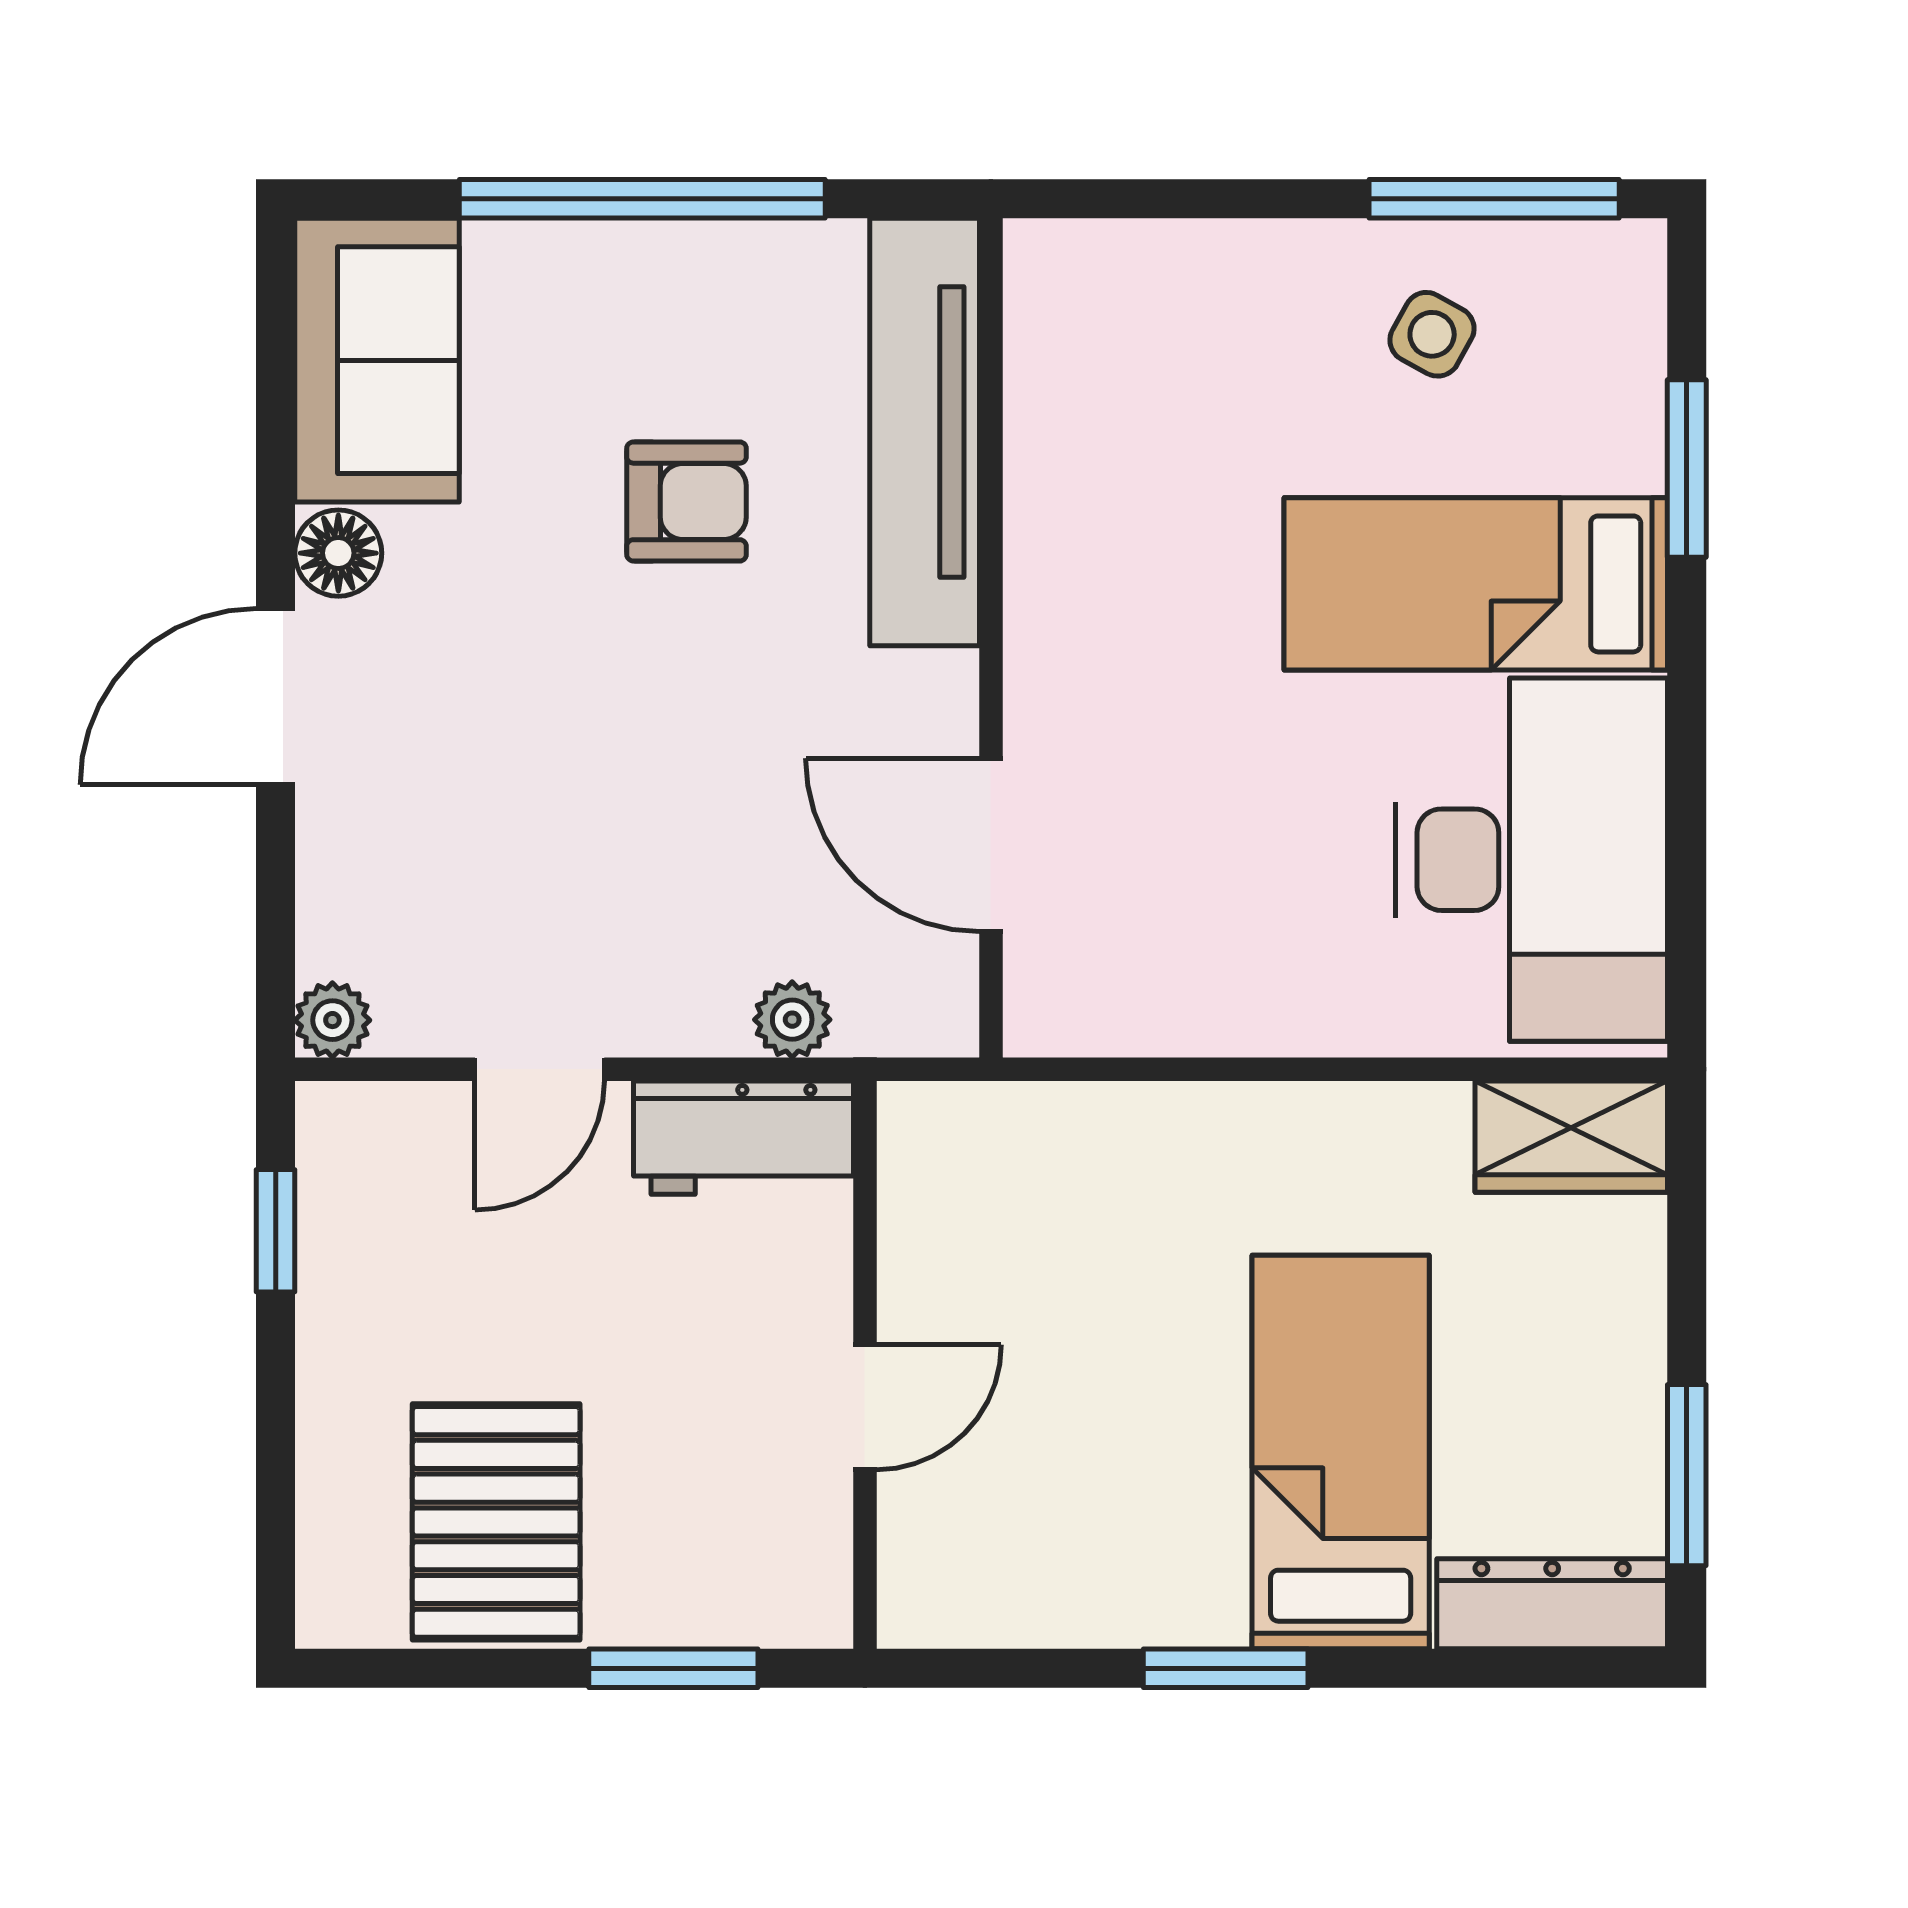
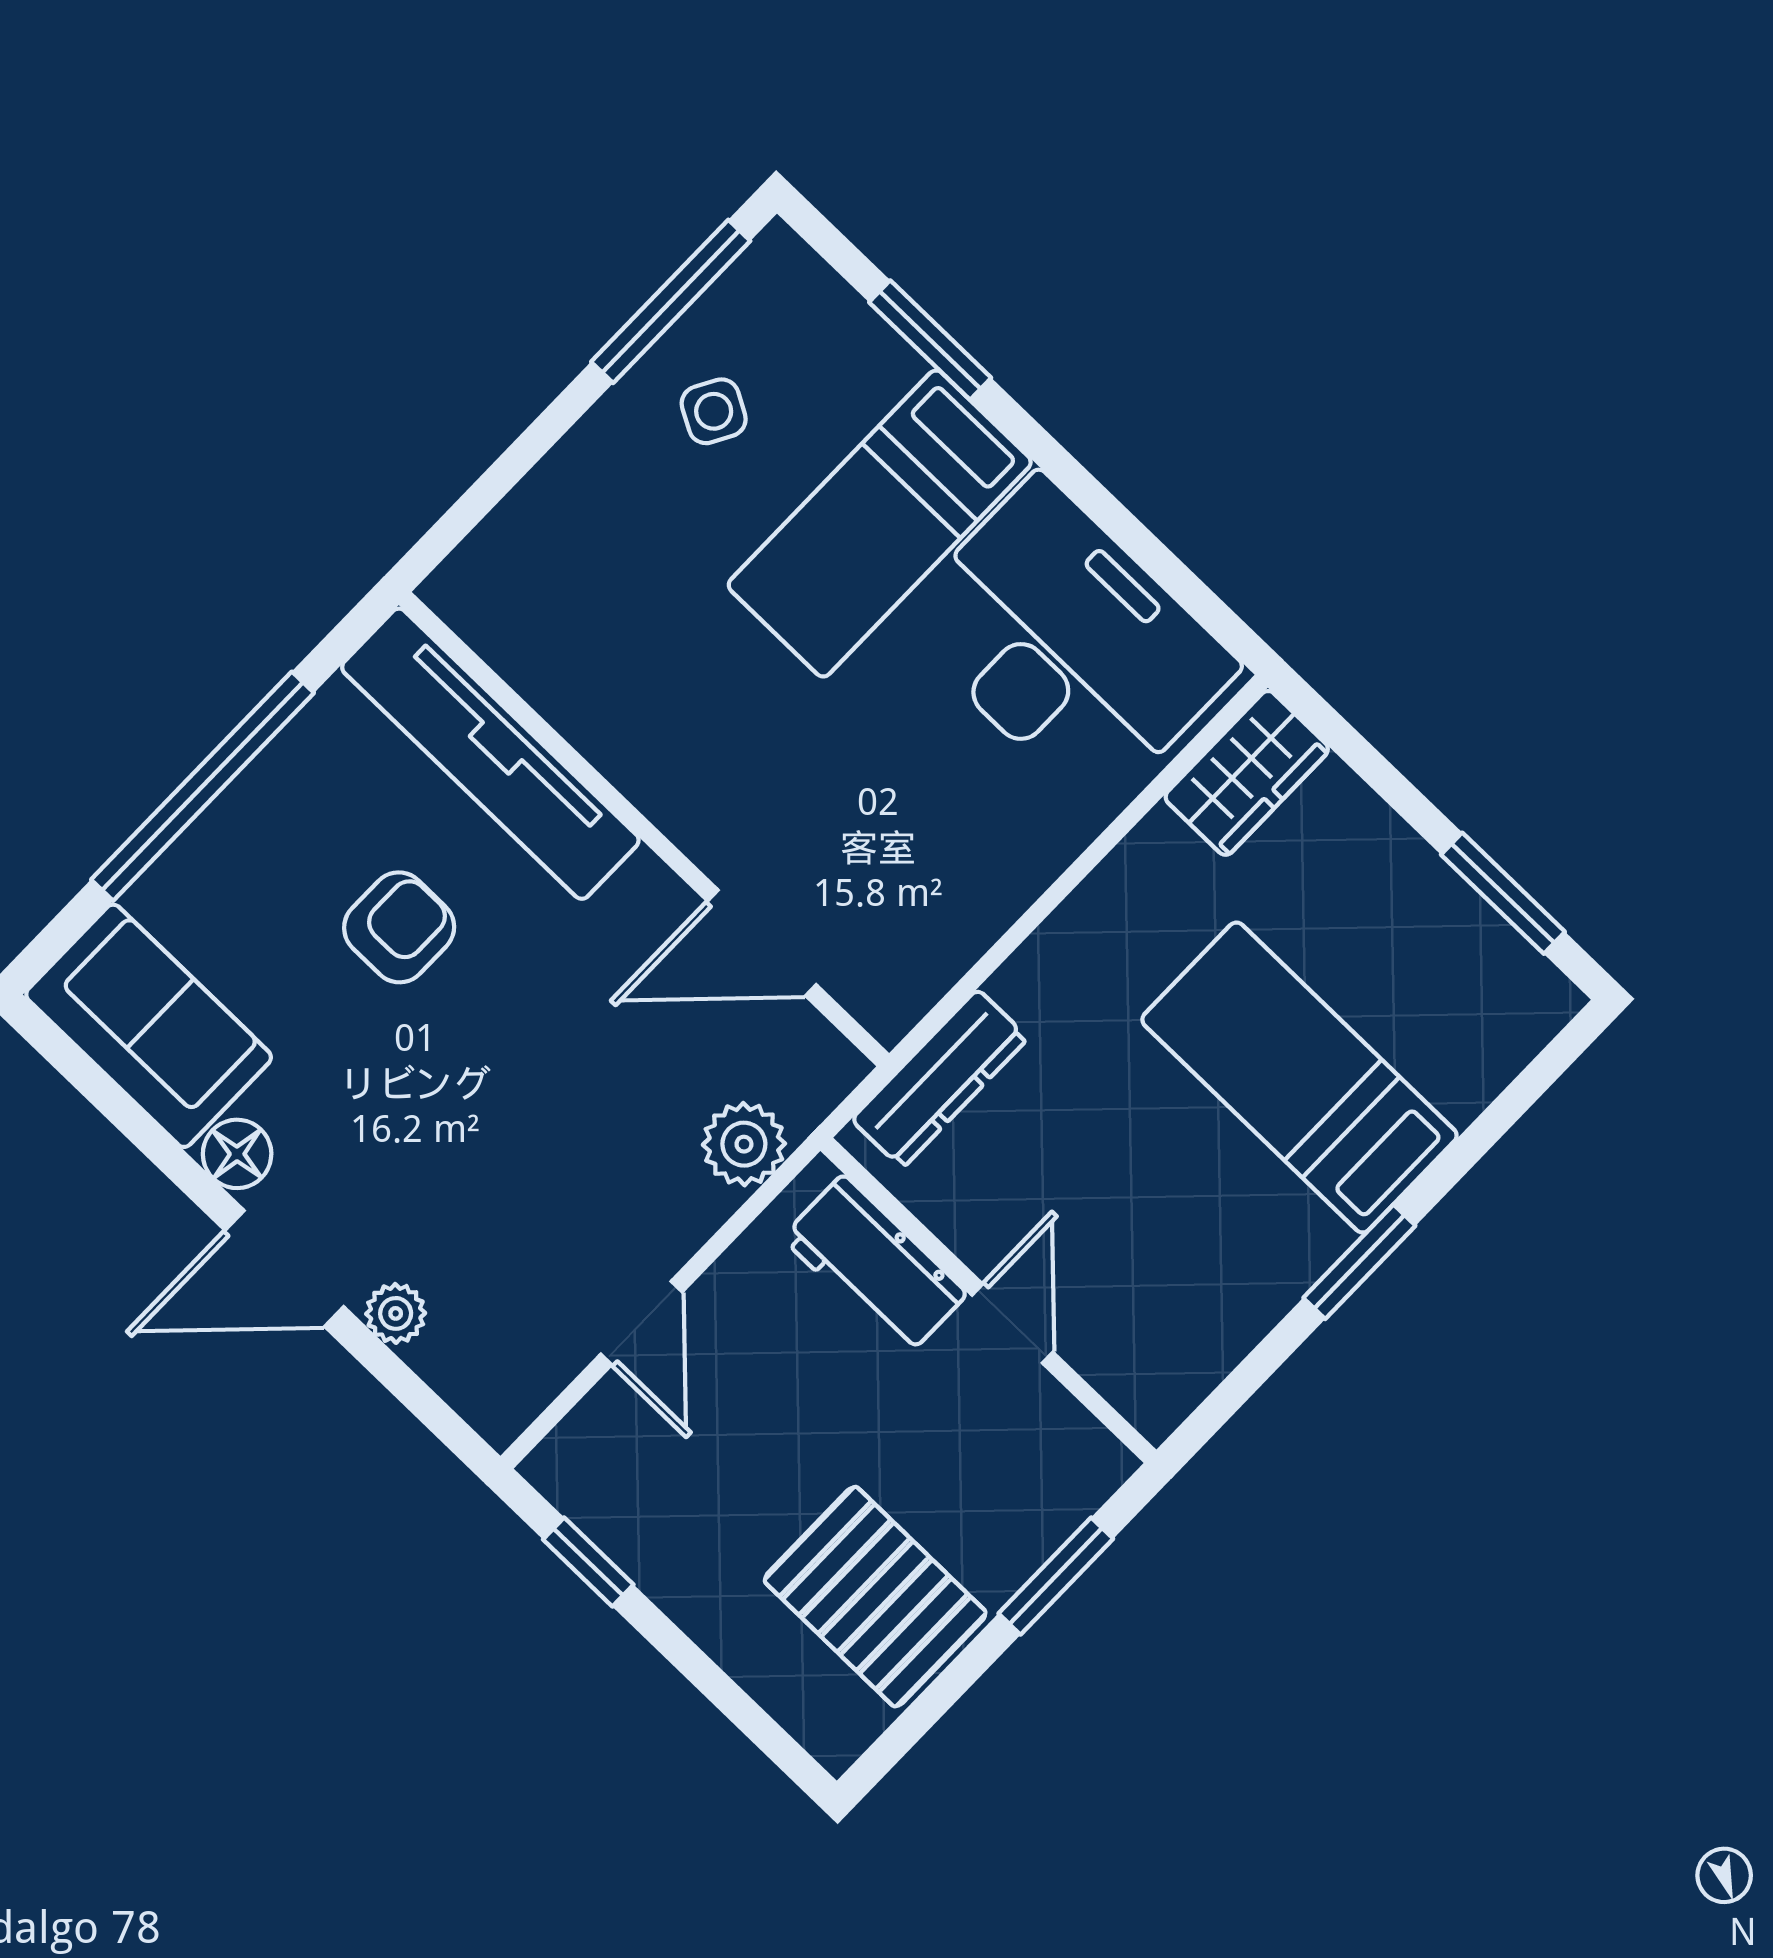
door: (276, 697) -> (284, 1269), hinge flipped
plant: (332, 1020) -> (396, 1313), moved
plant: (792, 1020) -> (744, 1144), width x1.38, depth x1.38
workbench: (743, 1138) -> (875, 1266), moved, turned 90
dresser: (1552, 1604) -> (940, 1079), moved, turned 180

